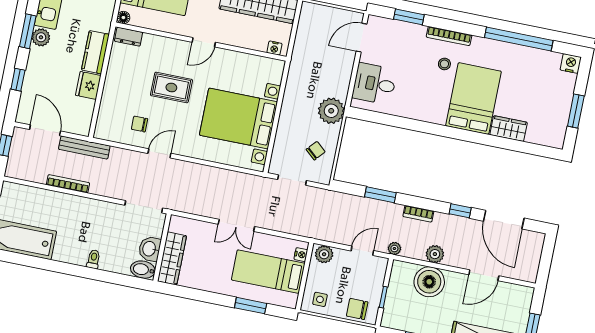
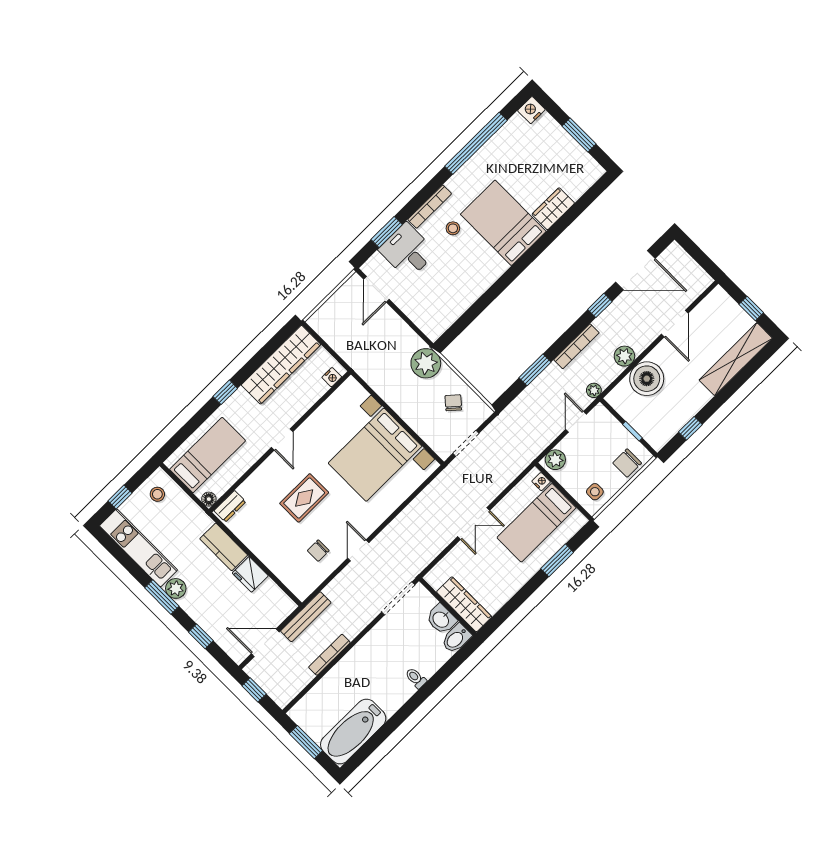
desk: (375, 84) -> (407, 251), moved, turned 90
bookcase: (418, 214) -> (576, 346), width x1.56

